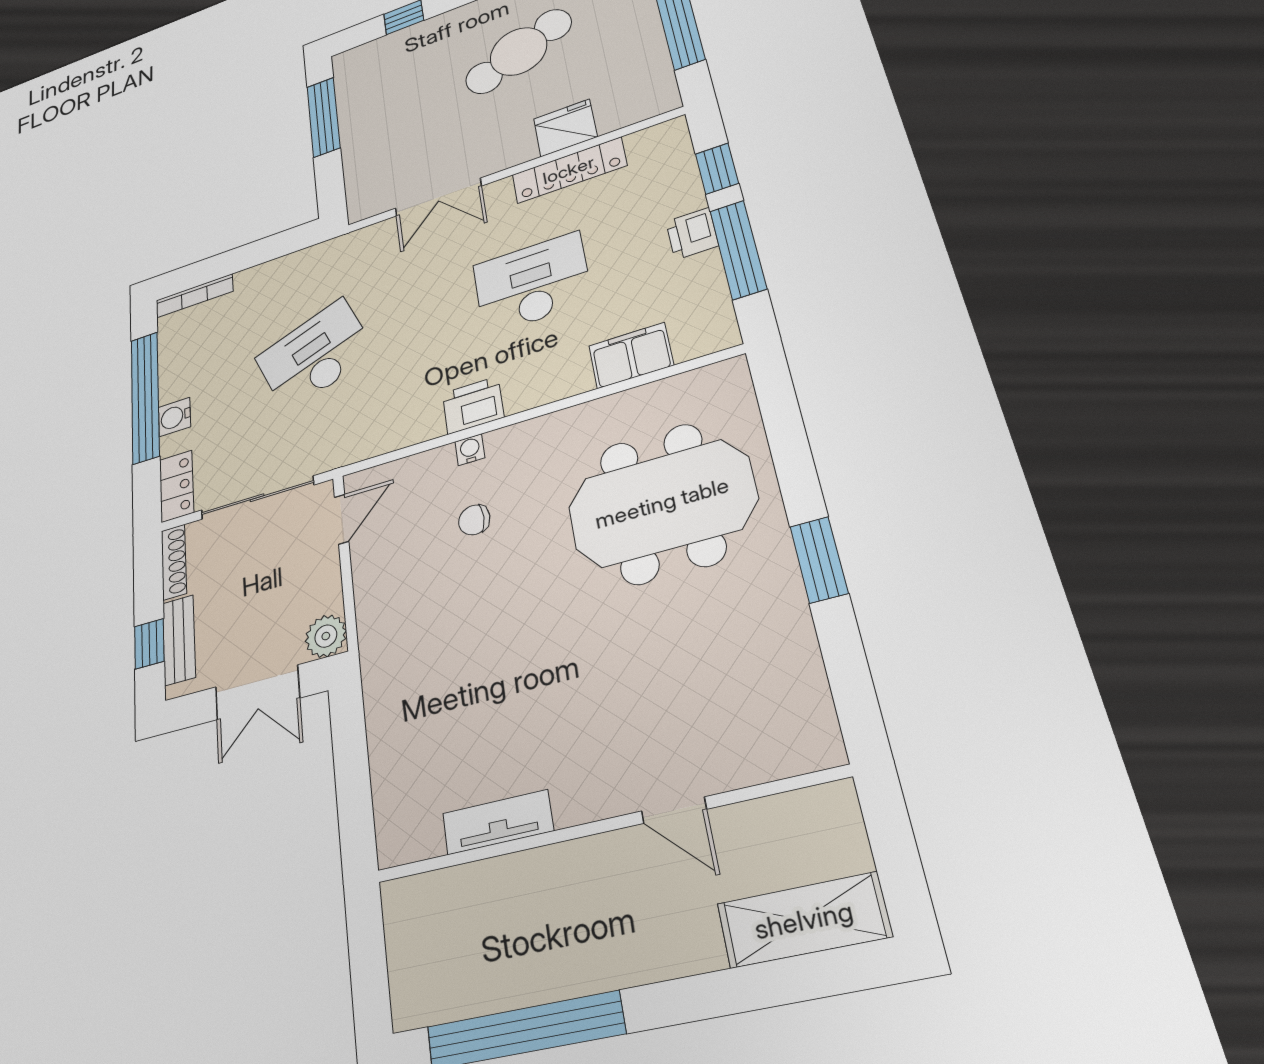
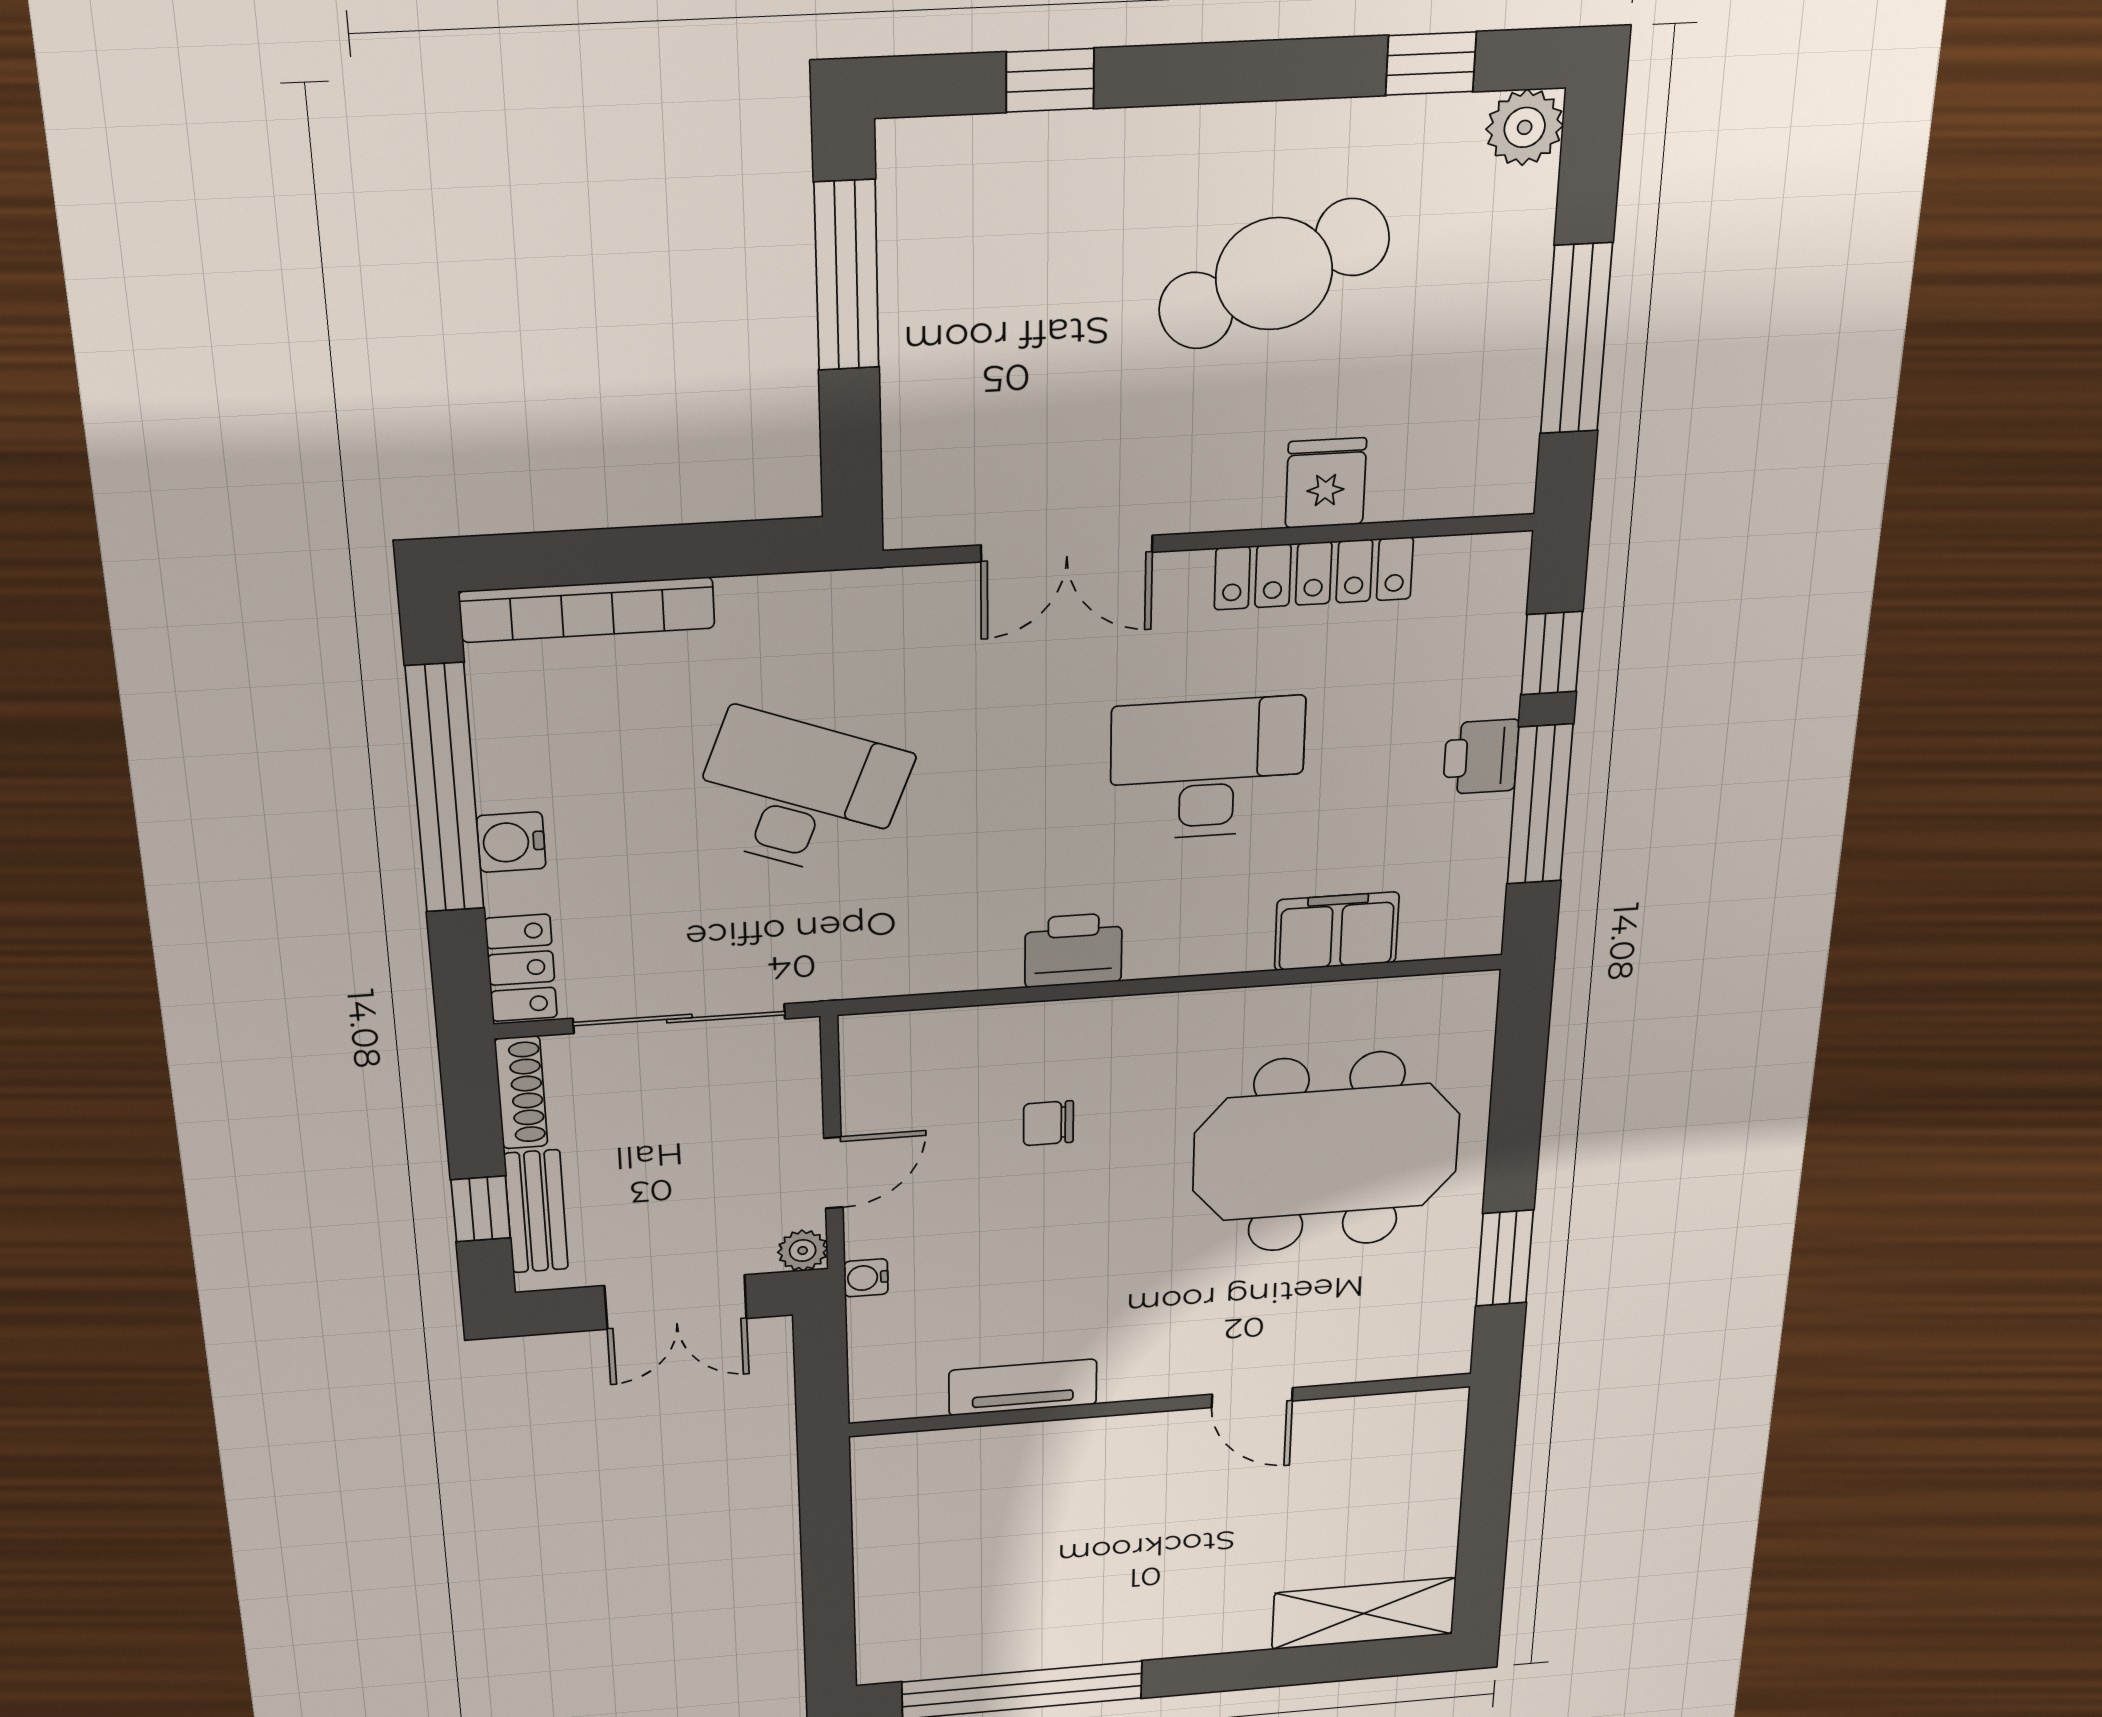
fridge: (565, 128) -> (1326, 483), width x0.72
bookcase: (194, 296) -> (587, 610), width x1.48, depth x1.31
desk: (315, 355) -> (799, 794), turned 42
water cooler: (470, 450) -> (866, 1278), moved, turned -90
door: (342, 519) -> (833, 1173), moved
plant: (326, 636) -> (803, 1251), width x0.73, depth x0.73
door: (674, 810) -> (1252, 1398), moved
tv unit: (498, 822) -> (1023, 1387), moved
wall: (605, 826) -> (1162, 1405), moved

